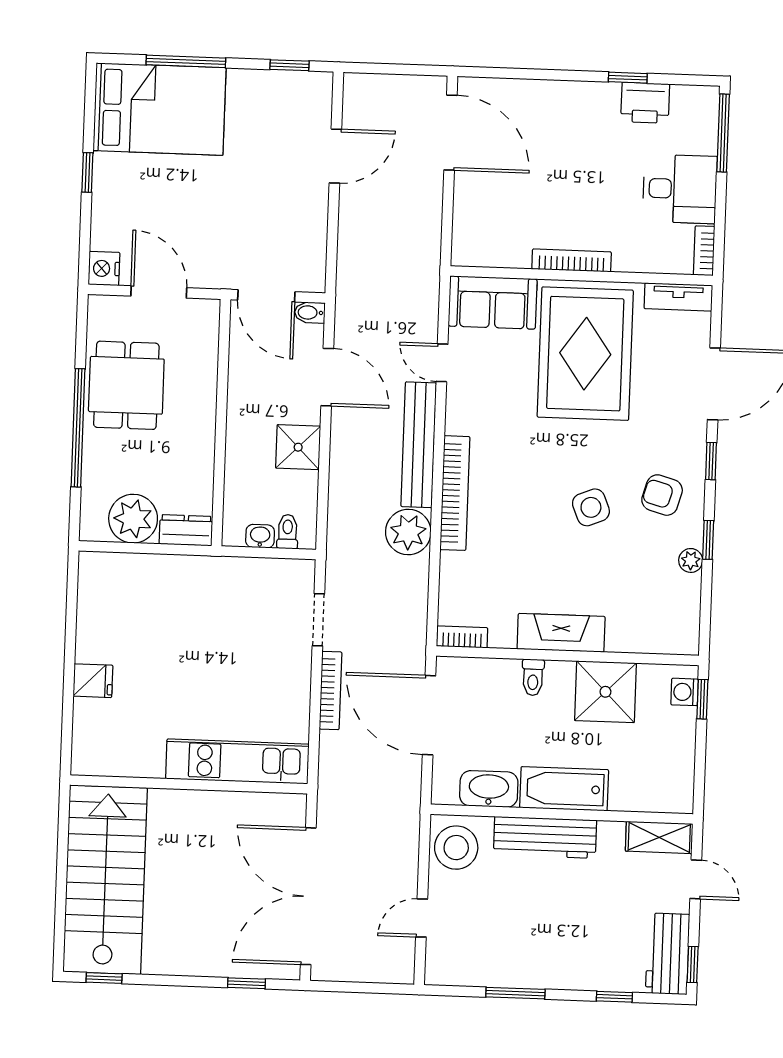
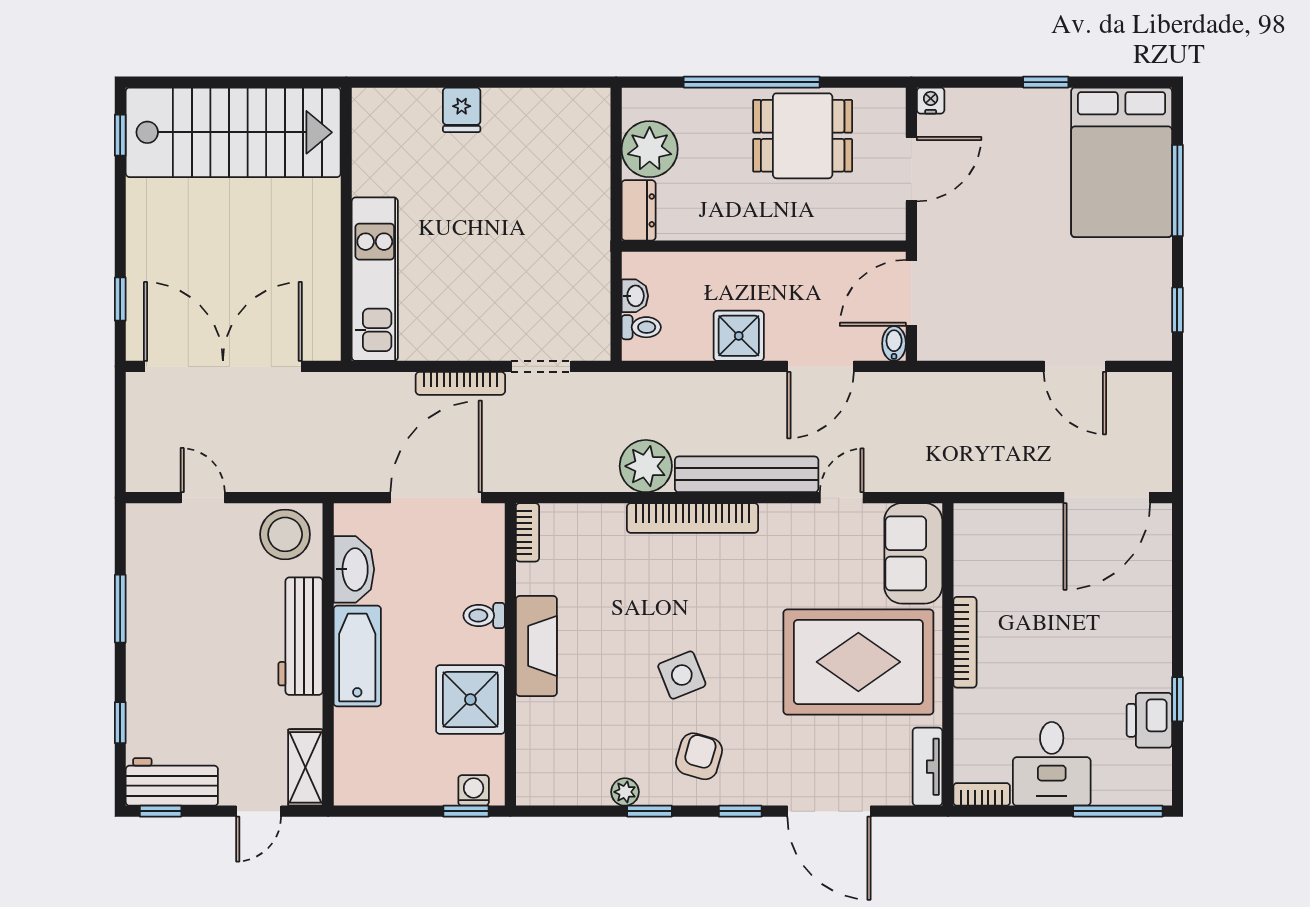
nightstand: (104, 268) -> (931, 101), width x0.72, depth x0.74

